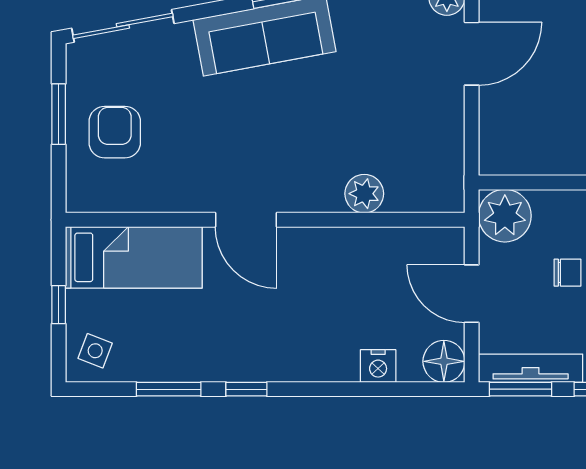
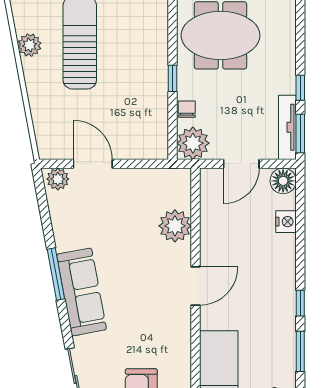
plant: (364, 194) -> (175, 226), width x1.36, depth x1.36
door: (246, 220) -> (196, 286), moved
chair: (567, 273) -> (187, 109), moved

